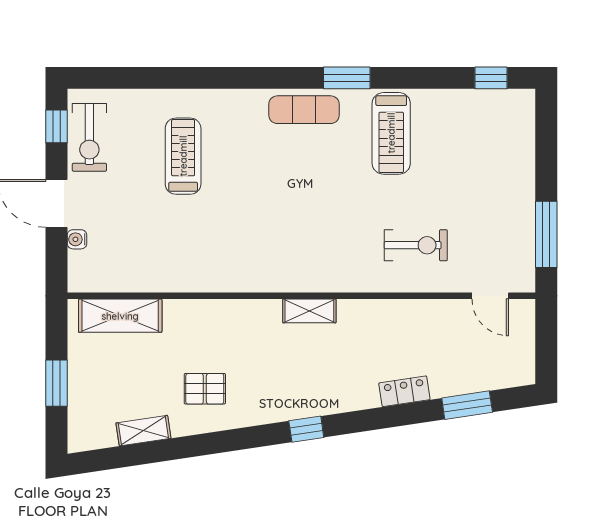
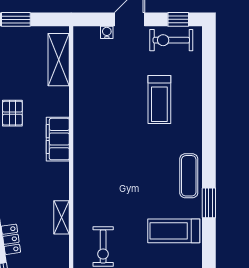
treadmill: (183, 156) -> (159, 99), turned 90
shelving: (309, 311) -> (62, 217), moved
filing cabinet: (246, 317) -> (58, 139), added

